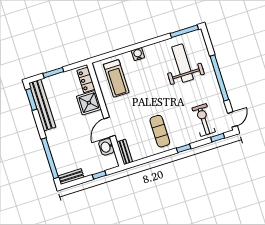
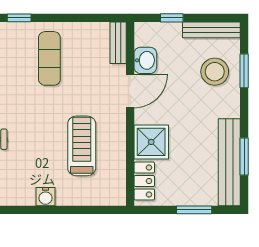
treadmill: (116, 78) -> (82, 146), moved
window: (31, 99) -> (244, 157), moved
stool: (66, 153) -> (215, 72), added
window: (50, 158) -> (244, 71), width x0.47
bench: (71, 177) -> (211, 30), width x1.36

